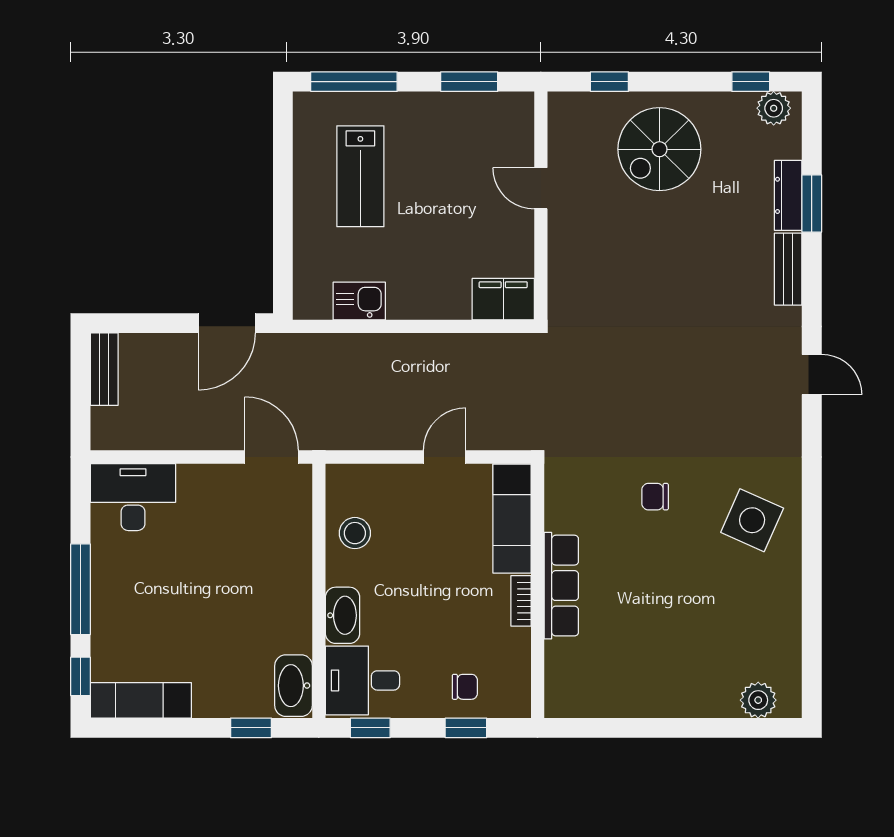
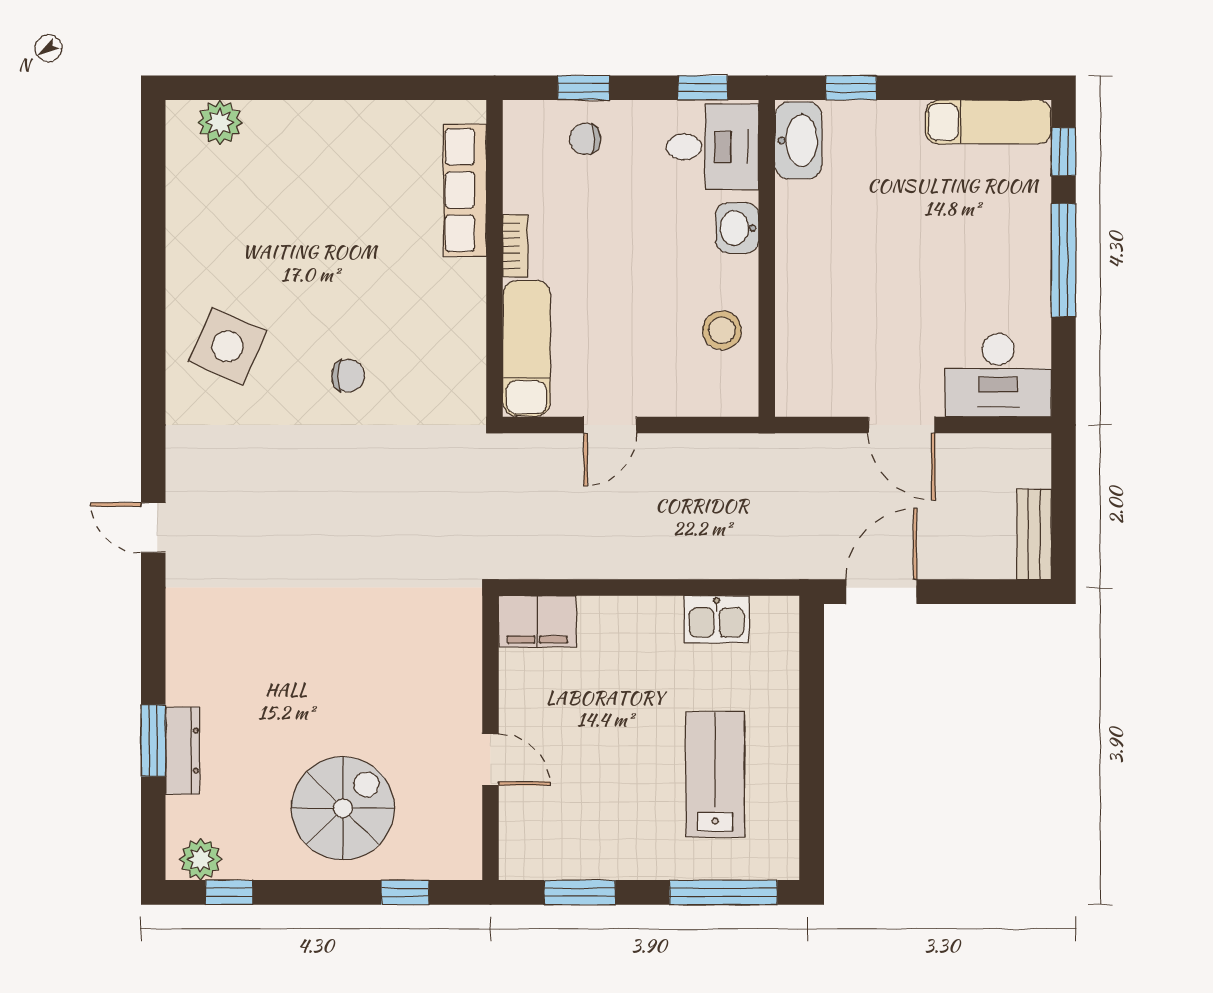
bench: (788, 269) -> (183, 659), removed
door: (272, 457) -> (902, 425), moved
row of seats: (561, 586) -> (465, 190), moved
washbasin: (343, 615) -> (737, 228), width x0.72

